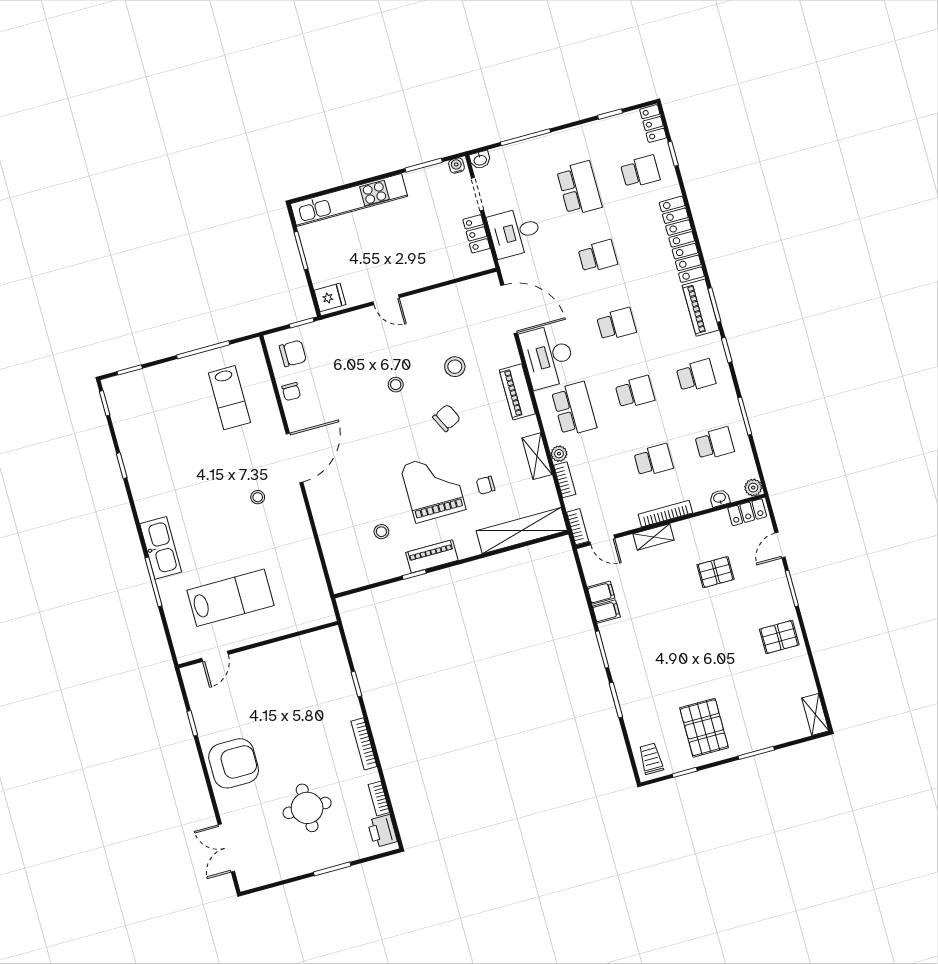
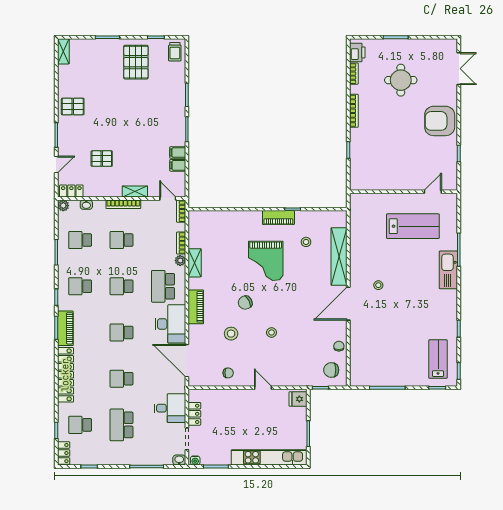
lab bench: (229, 398) -> (438, 359), moved
chair: (486, 485) -> (228, 373), moved
shelving: (522, 531) -> (339, 257), moved, turned 90
lab bench: (230, 598) -> (413, 226), turned 180

